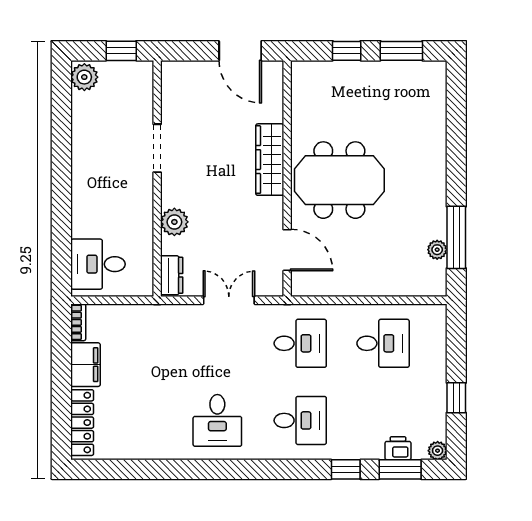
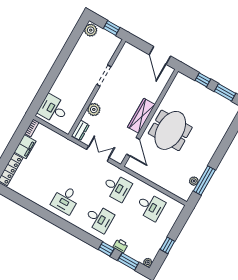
wardrobe: (270, 160) -> (141, 116), moved
meeting table: (339, 180) -> (170, 130), turned 90
printer: (398, 448) -> (121, 246), moved

